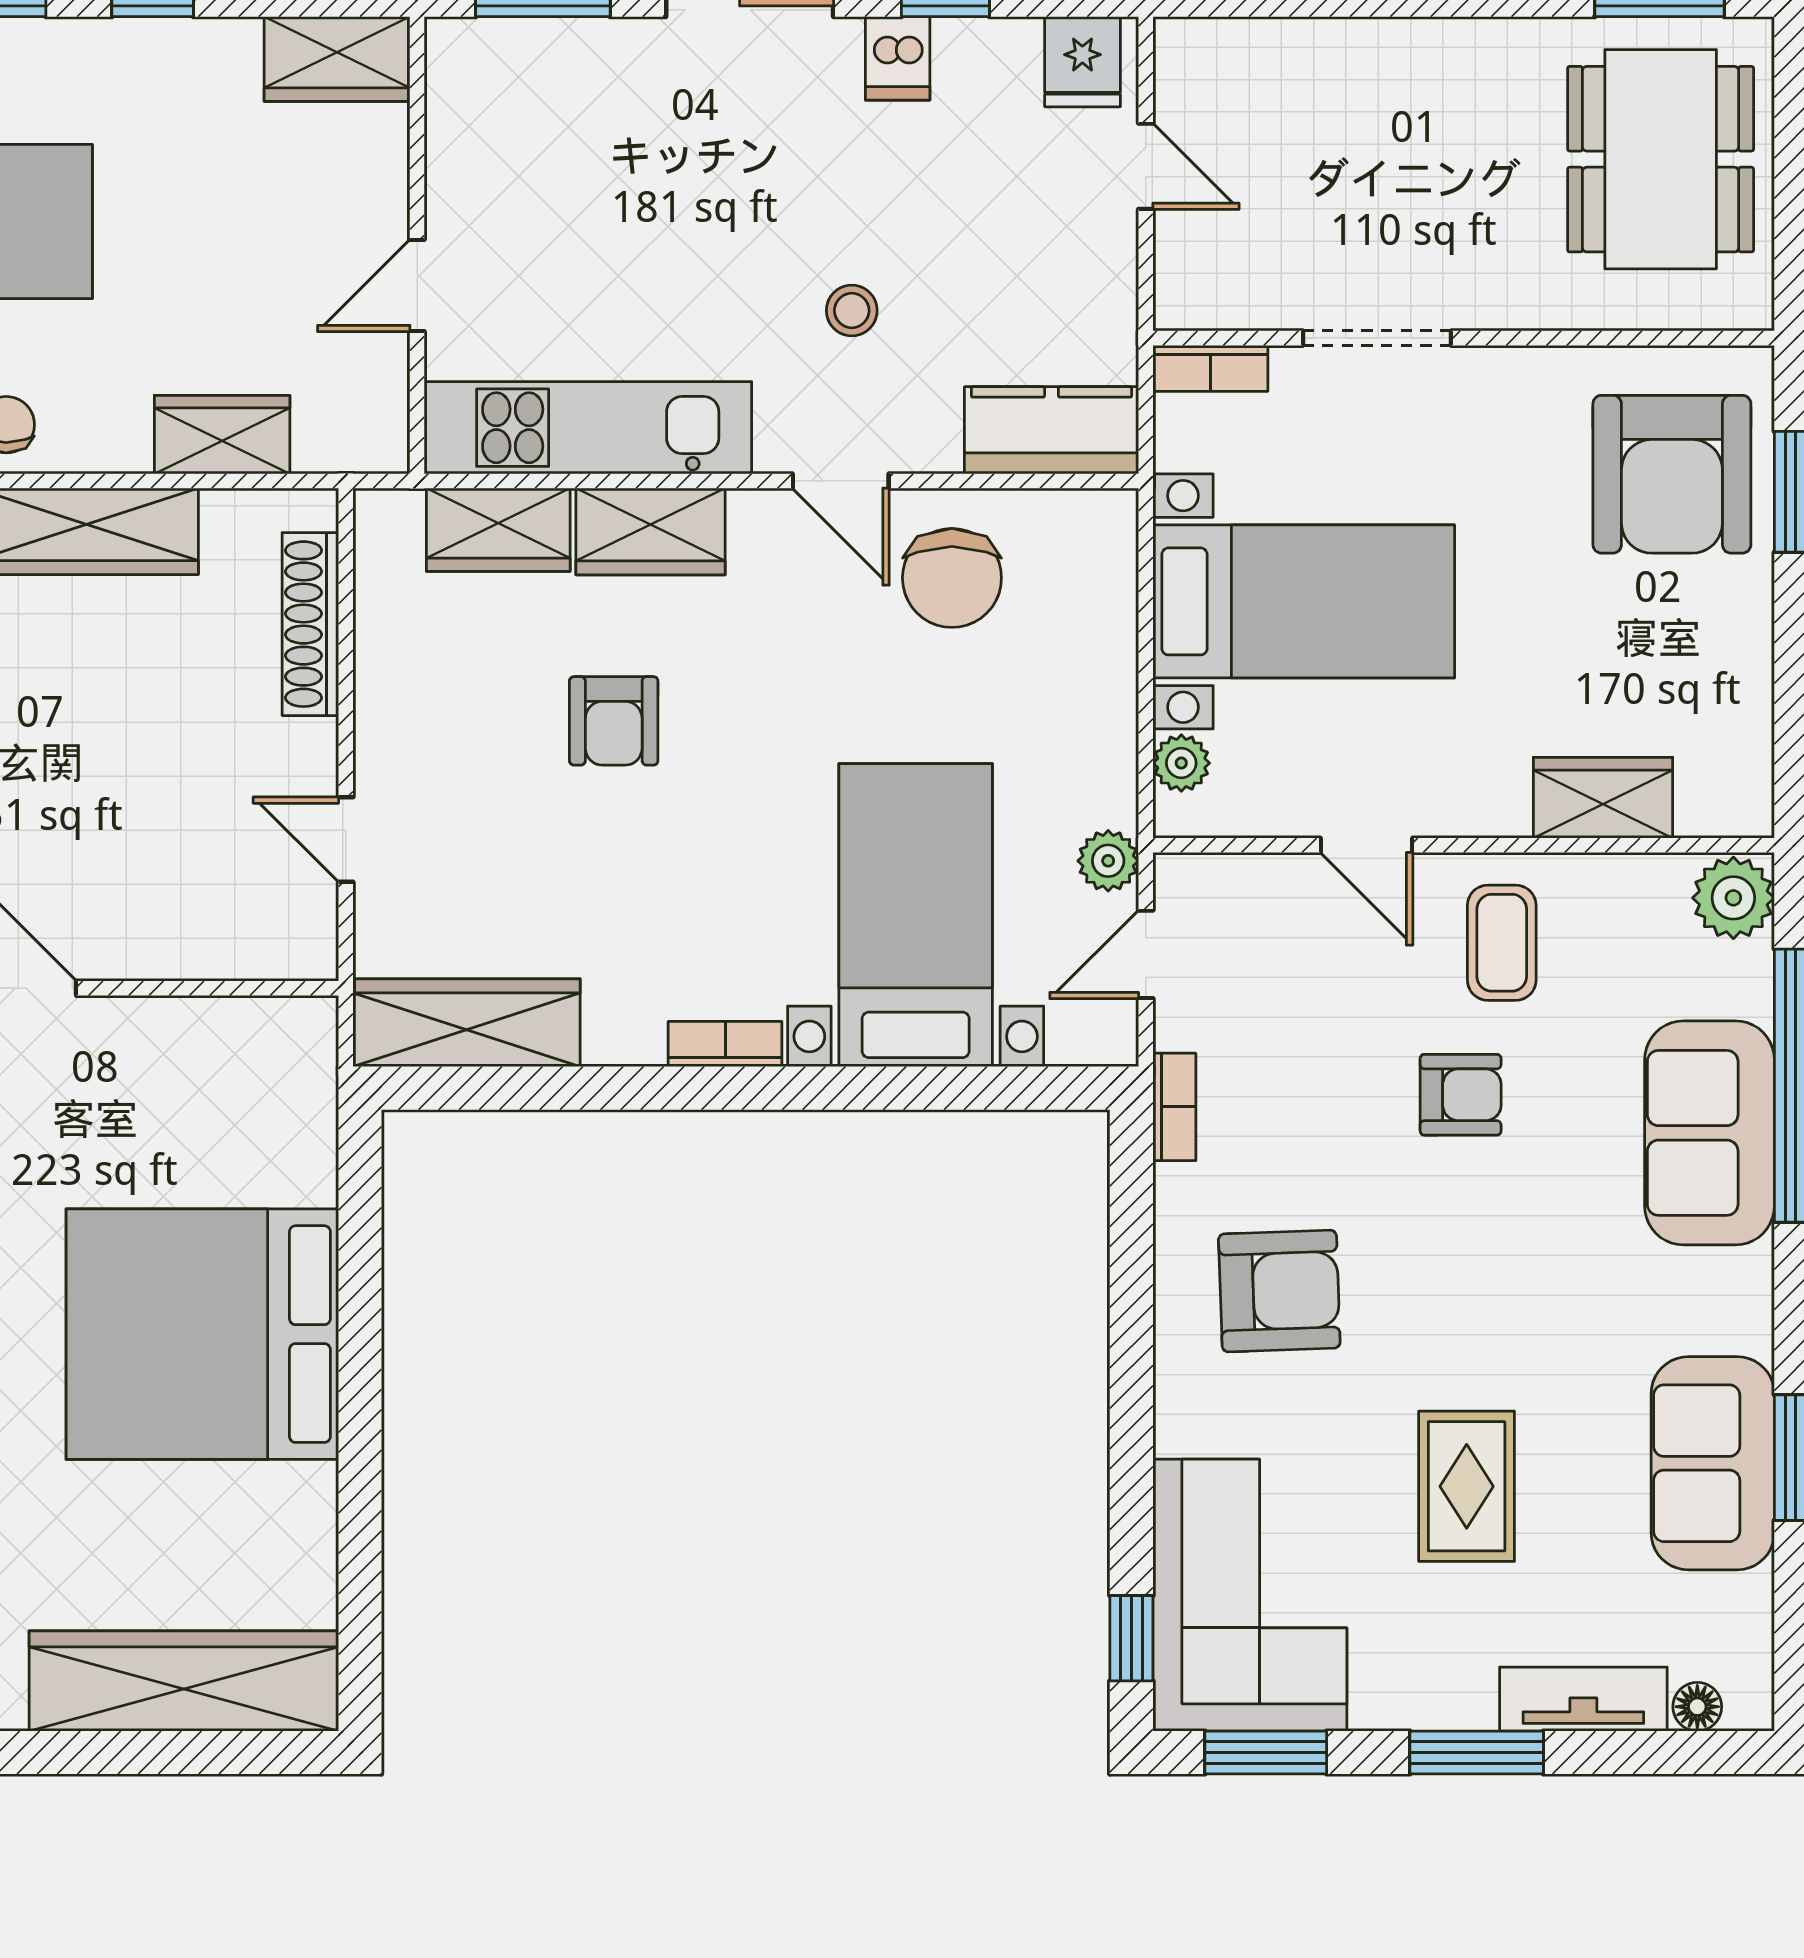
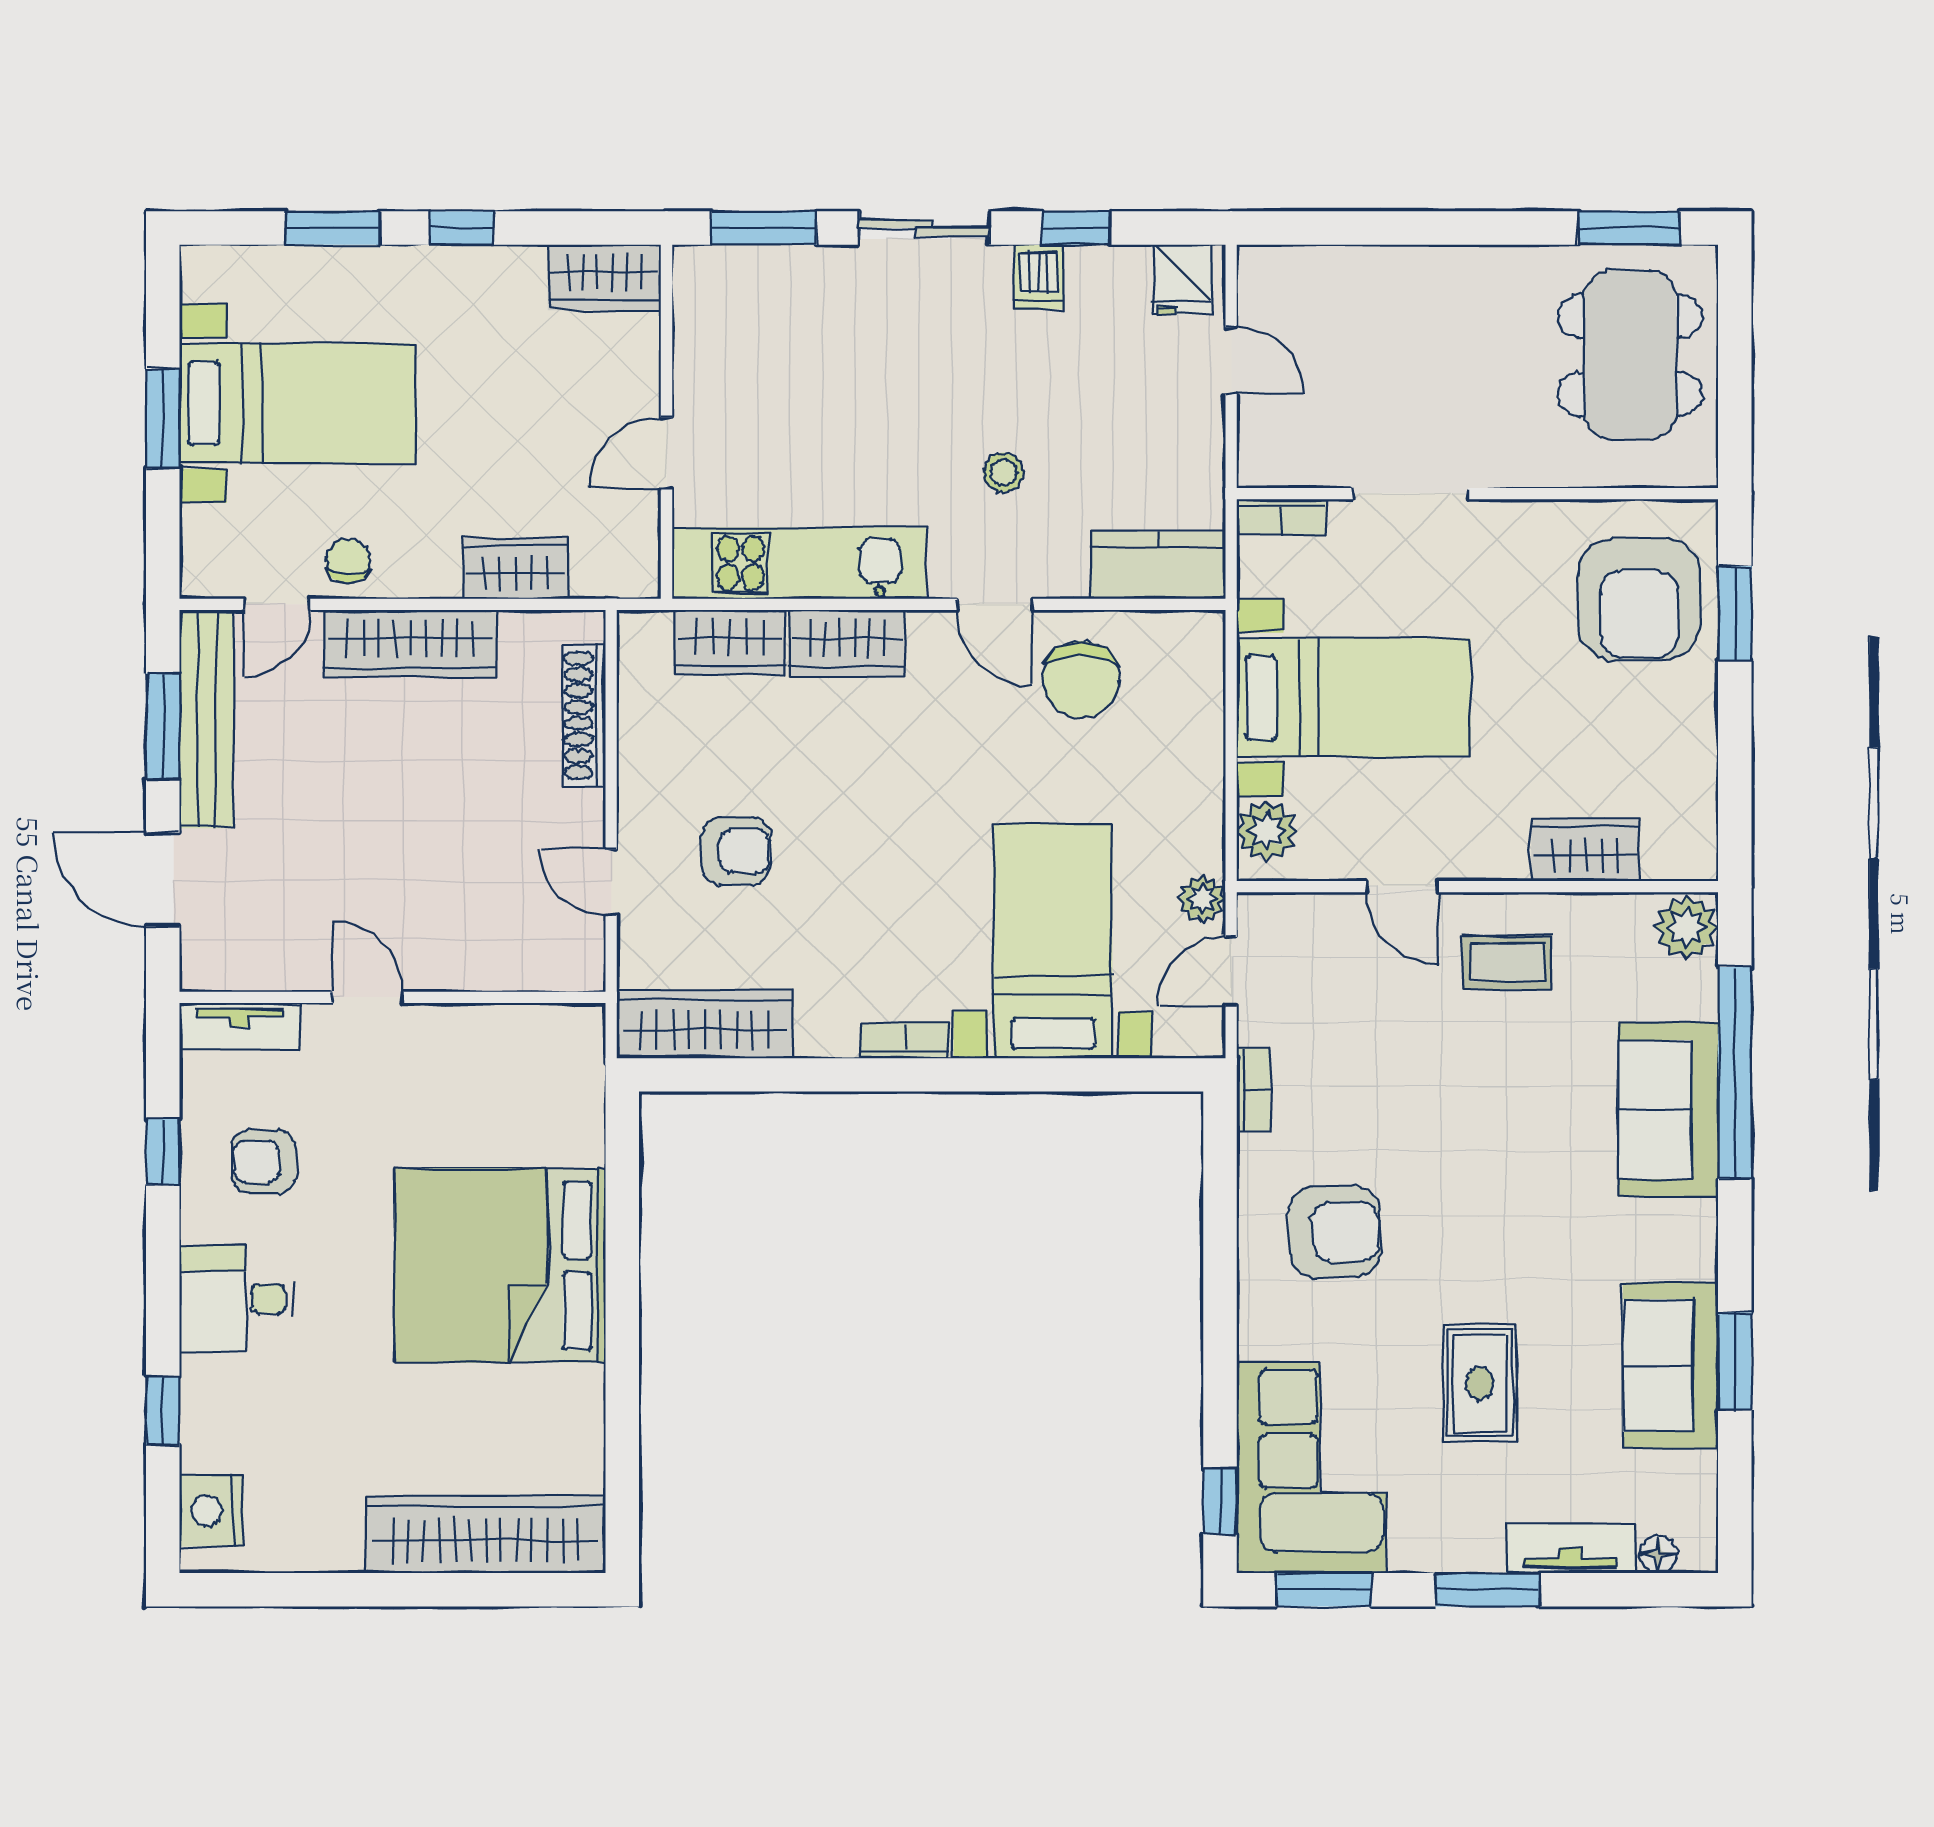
armchair: (614, 721) -> (736, 851), moved, turned -90
plant: (1181, 763) -> (1267, 831), width x1.38, depth x1.38
coffee table: (1502, 943) -> (1507, 962), turned 90
armchair: (1461, 1095) -> (1475, 1080), removed

